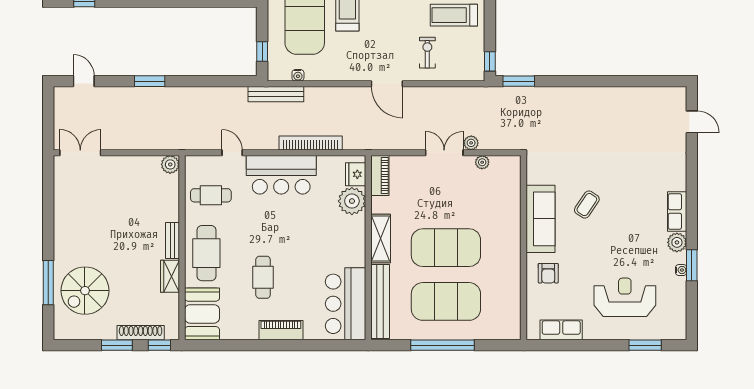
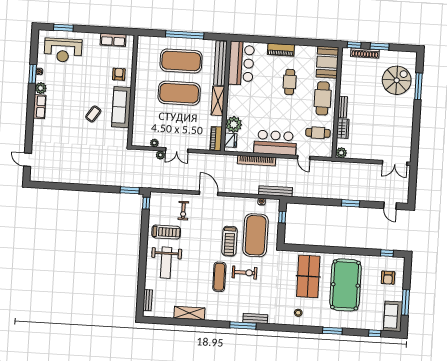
wardrobe: (170, 276) -> (343, 129), moved
reception desk: (625, 297) -> (63, 50), moved

